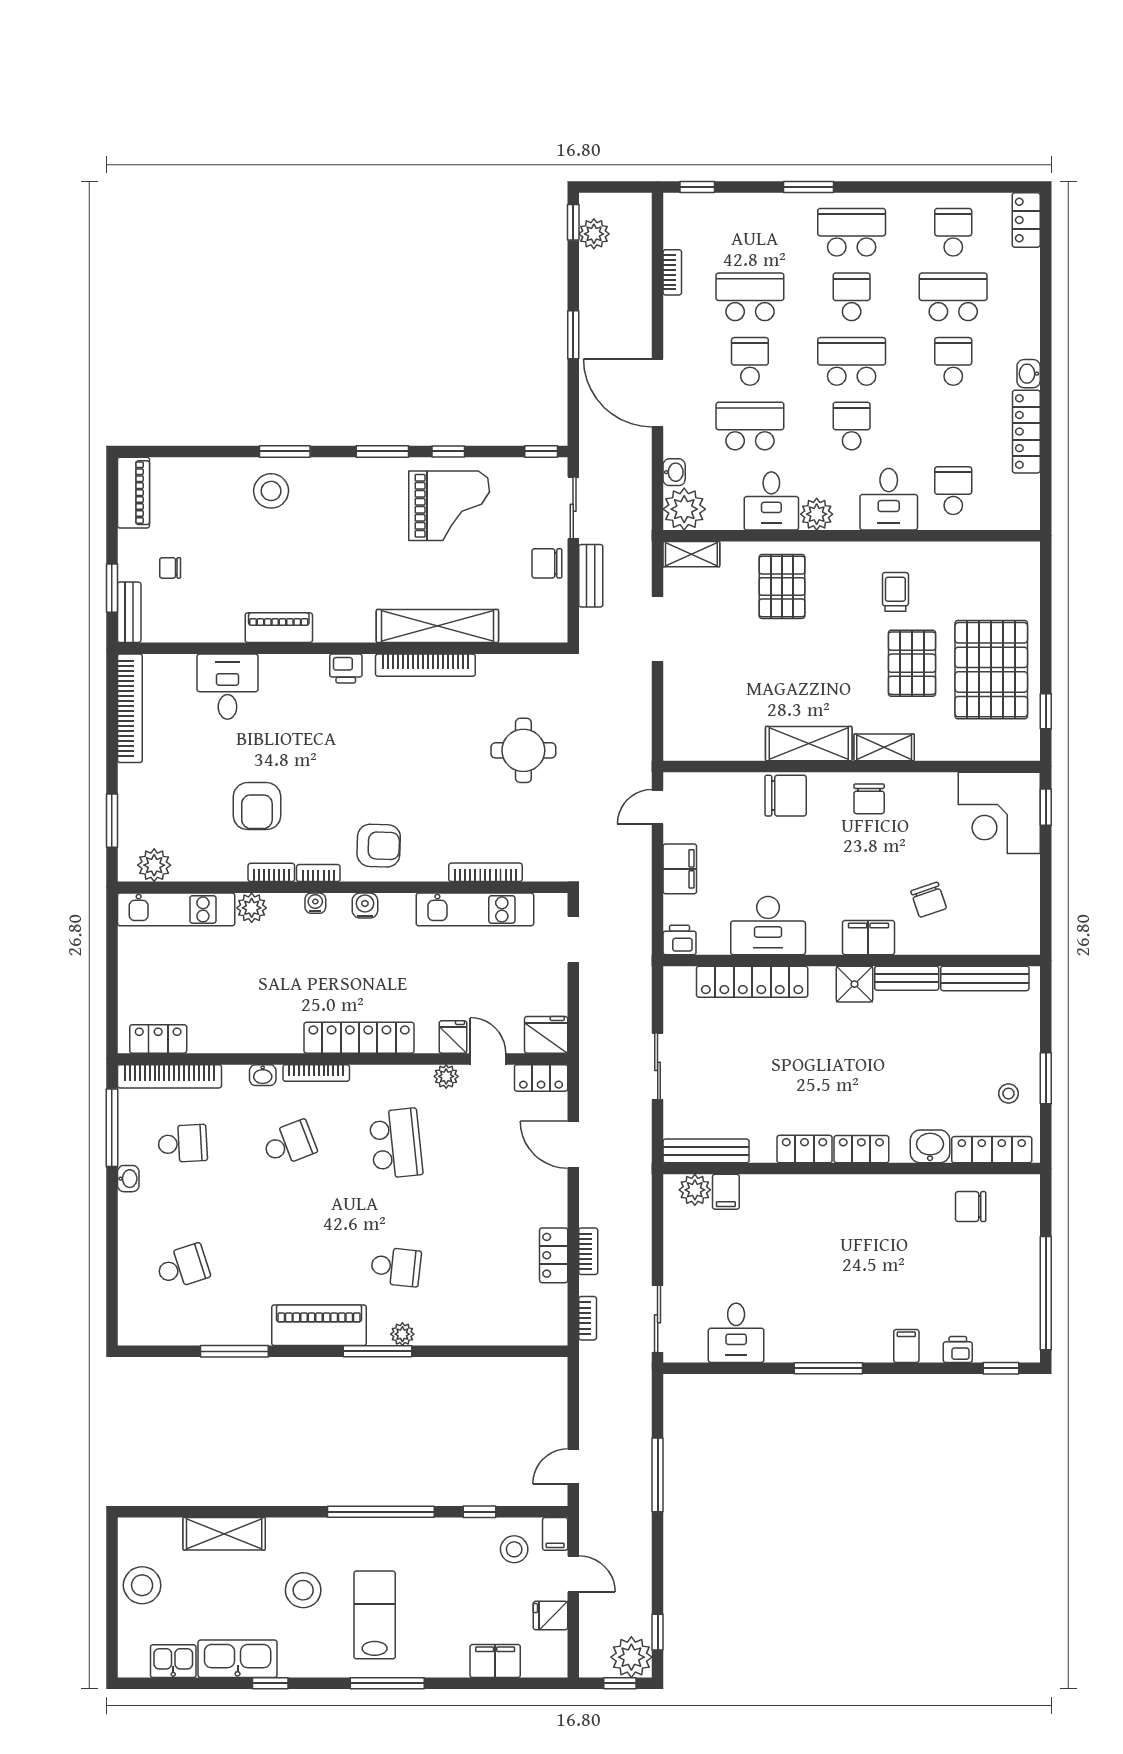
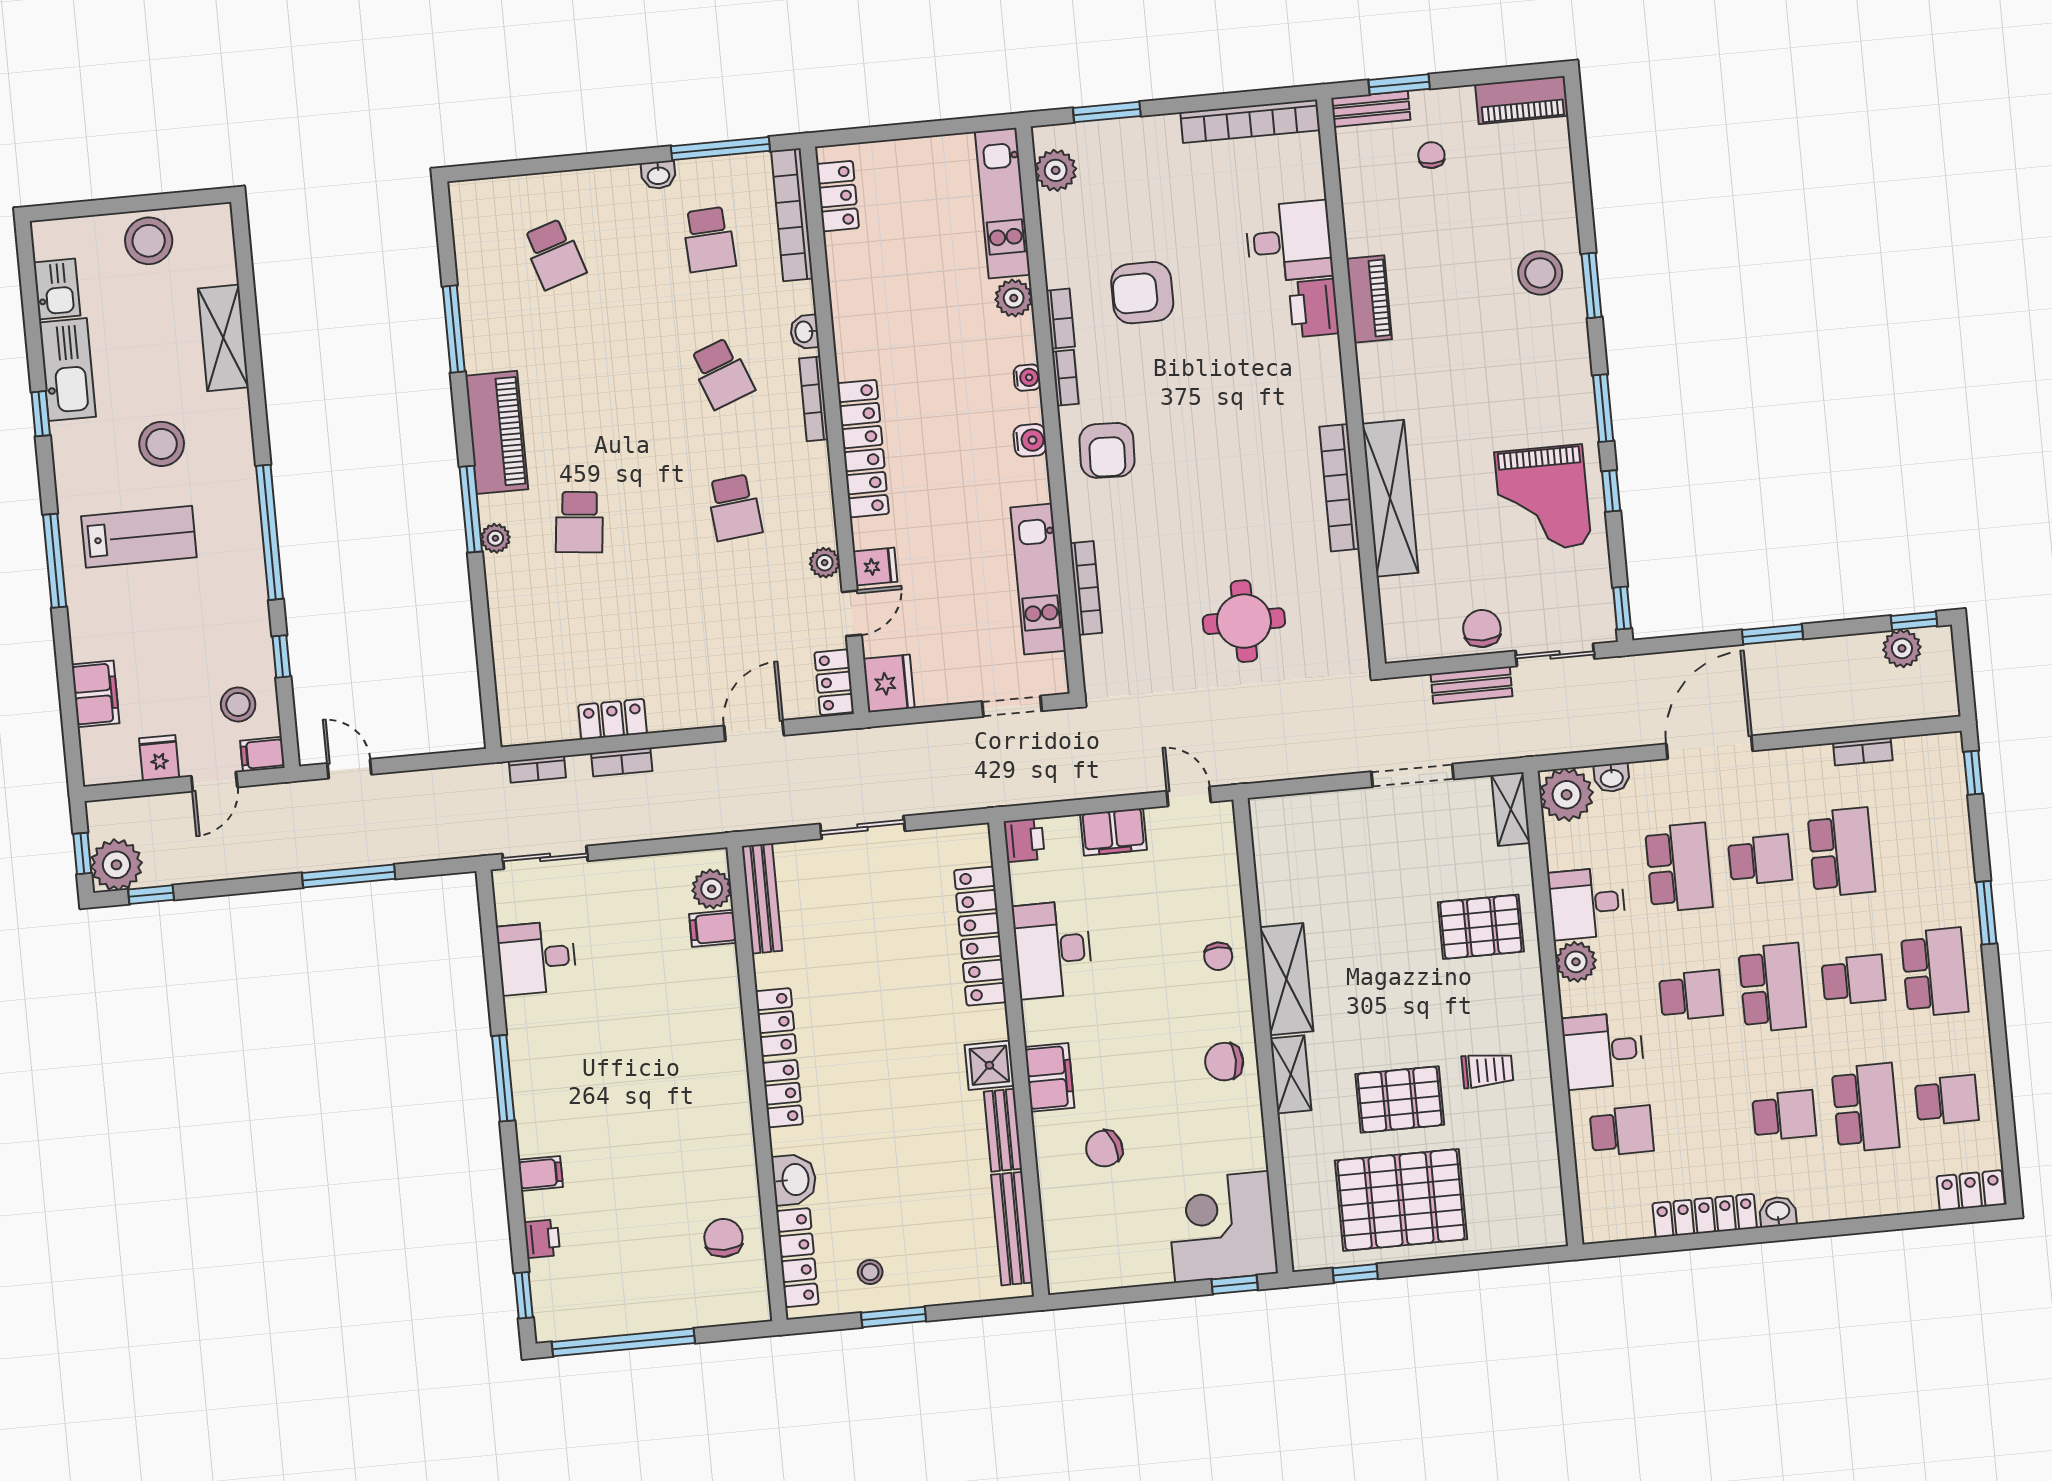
printer: (346, 668) -> (1314, 308), moved, width x1.36, depth x1.24
chair: (786, 796) -> (1218, 956), width x0.54, depth x0.54
school desk: (396, 1144) -> (734, 507), width x0.54

